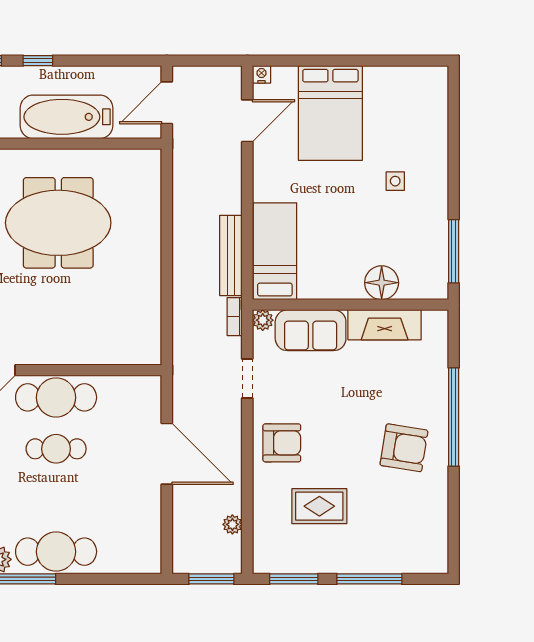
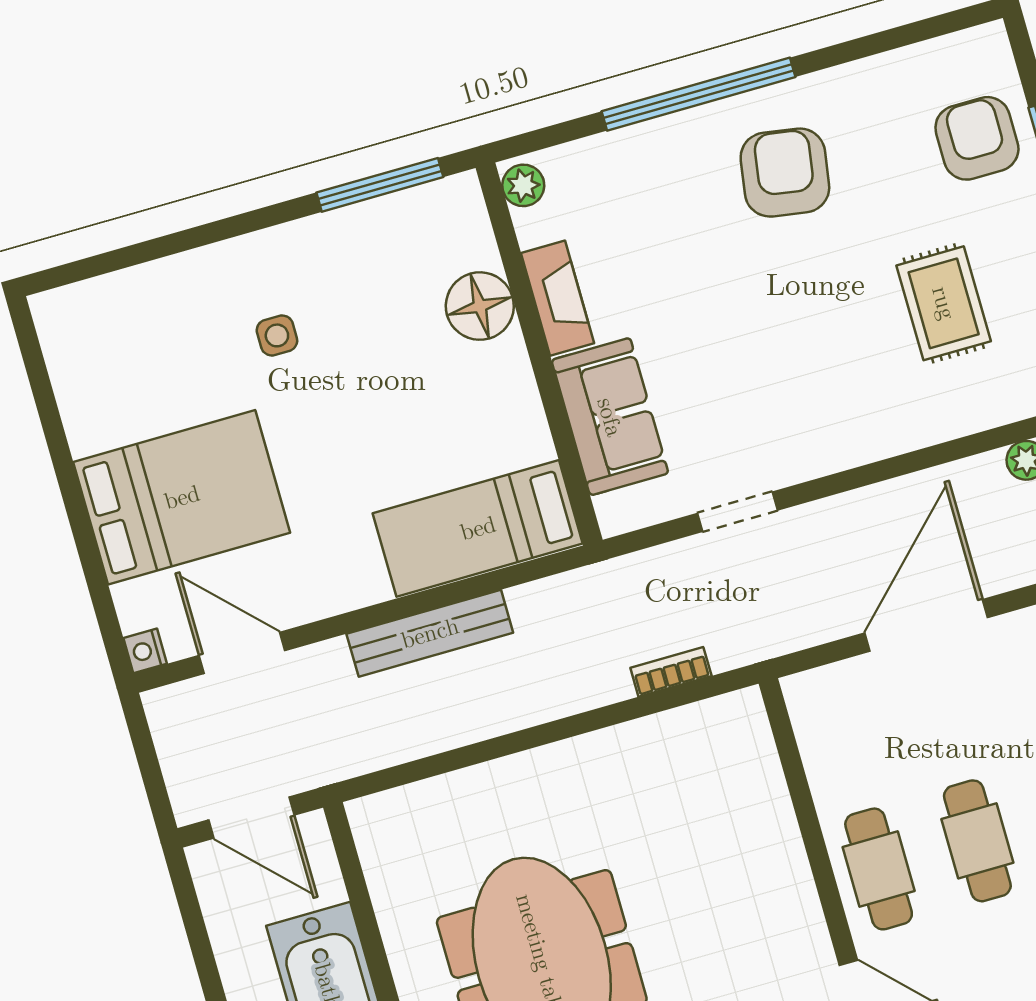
bench: (231, 255) -> (430, 633), moved
bookcase: (235, 317) -> (671, 672), moved, turned 180
plant: (263, 320) -> (523, 185), moved
fireplace: (385, 325) -> (557, 298), width x0.73, depth x0.76
cafe table: (56, 397) -> (879, 869), width x0.73, depth x0.74
armchair: (282, 443) -> (977, 138), moved

